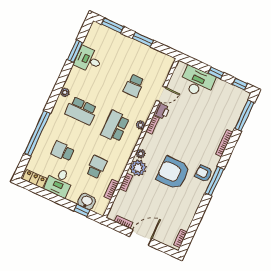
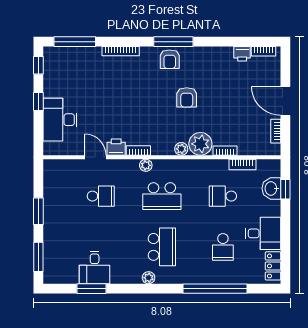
armchair: (173, 173) -> (187, 97), width x0.53, depth x0.53
printer: (185, 223) -> (242, 54), added

